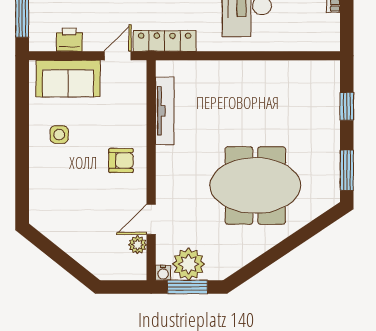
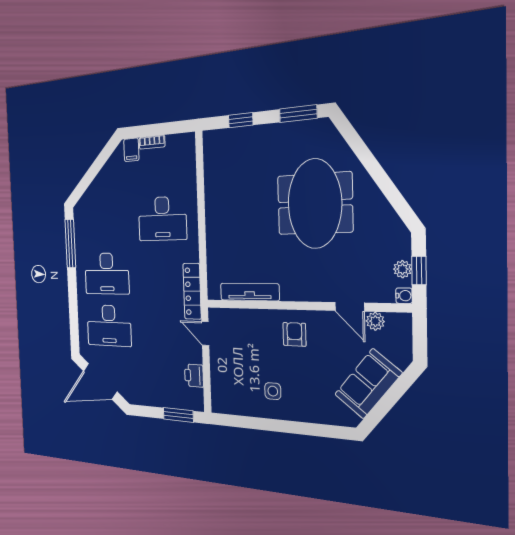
sofa: (68, 79) -> (368, 384), moved, turned -141
plant: (189, 264) -> (402, 269), width x0.53, depth x0.53
window: (187, 287) -> (419, 270), width x0.67

